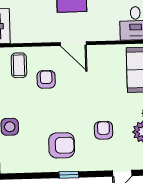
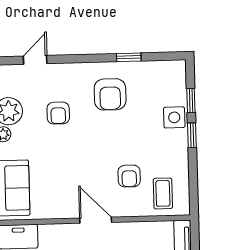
armchair: (62, 145) -> (110, 94), turned -90
window: (69, 175) -> (129, 57), moved

